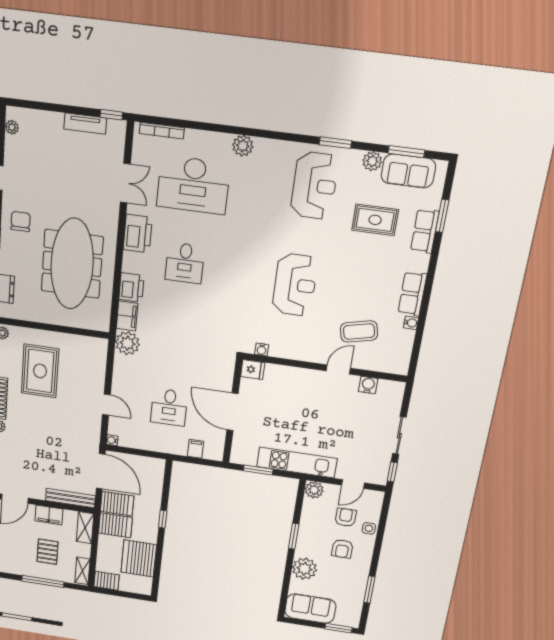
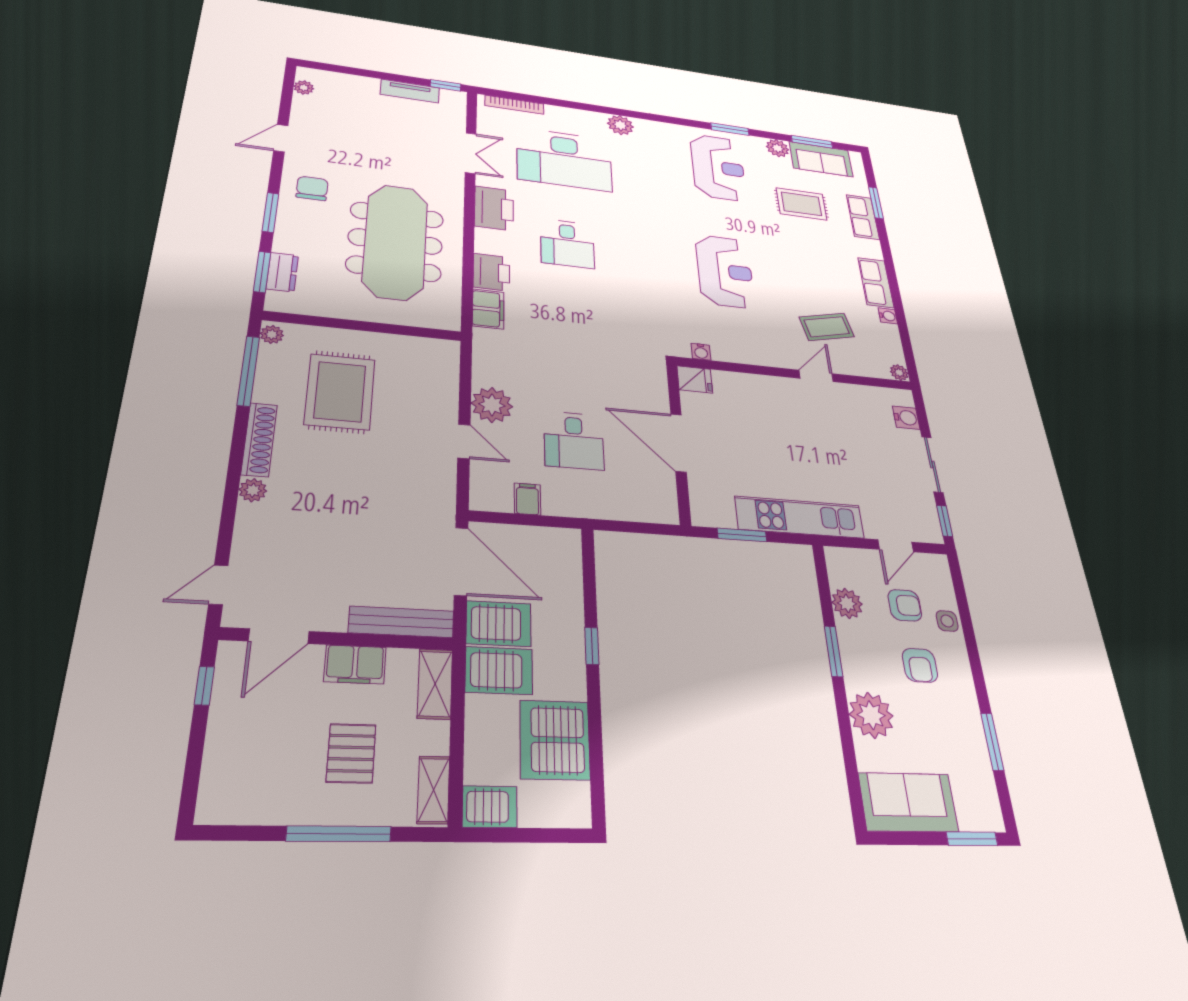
plant: (127, 343) -> (492, 405), moved
plant: (402, 369) -> (899, 373), added
water cooler: (368, 385) -> (906, 418), moved, turned 90
water cooler: (112, 440) -> (479, 502), removed
filing cabinet: (196, 449) -> (527, 499), moved
plant: (314, 490) -> (847, 603), moved
armchair: (346, 517) -> (905, 605), turned 90

